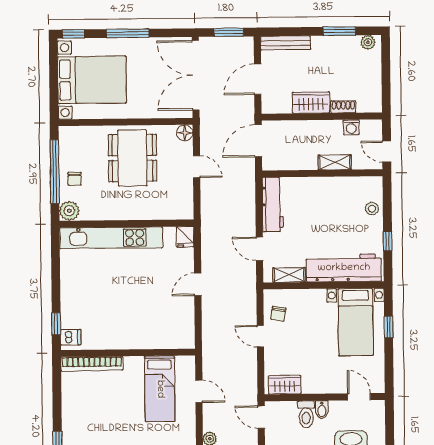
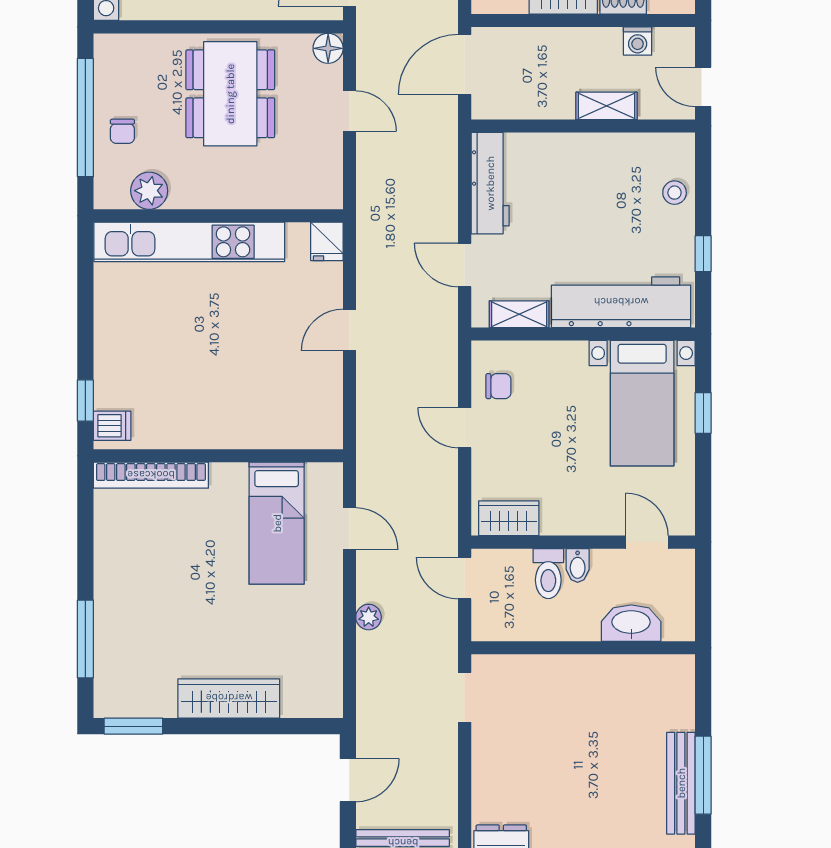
plant: (69, 211) -> (149, 191), moved
chair: (278, 314) -> (498, 386), turned -100

